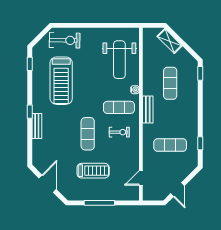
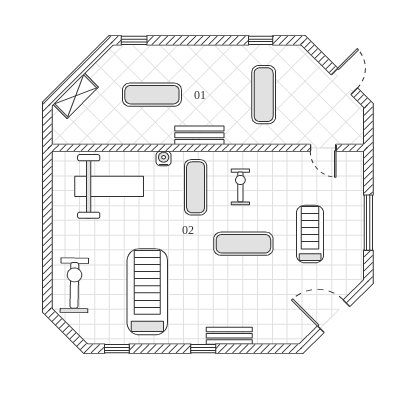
treadmill: (61, 81) -> (147, 292), turned -90
door: (178, 190) -> (344, 81), hinge flipped

